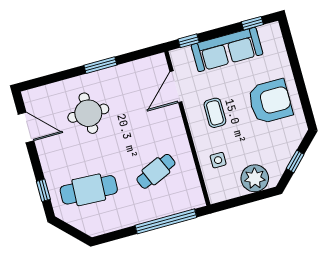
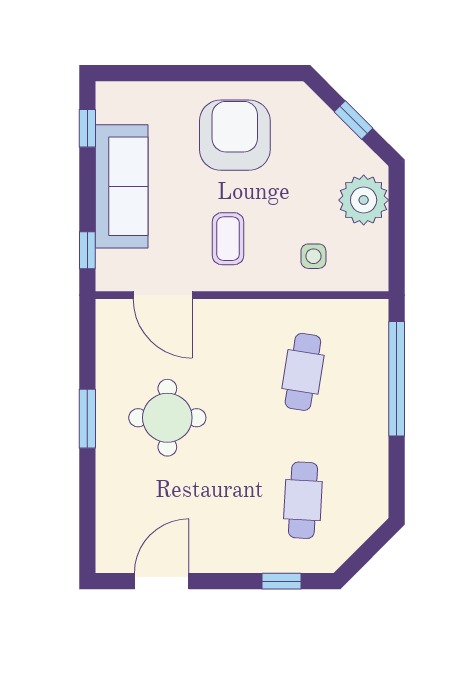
round table: (88, 113) -> (167, 418), moved
coffee table: (215, 113) -> (228, 239), turned 90
cafe table: (156, 171) -> (303, 372), turned 33
cafe table: (89, 190) -> (303, 500), width x0.73, depth x0.74

